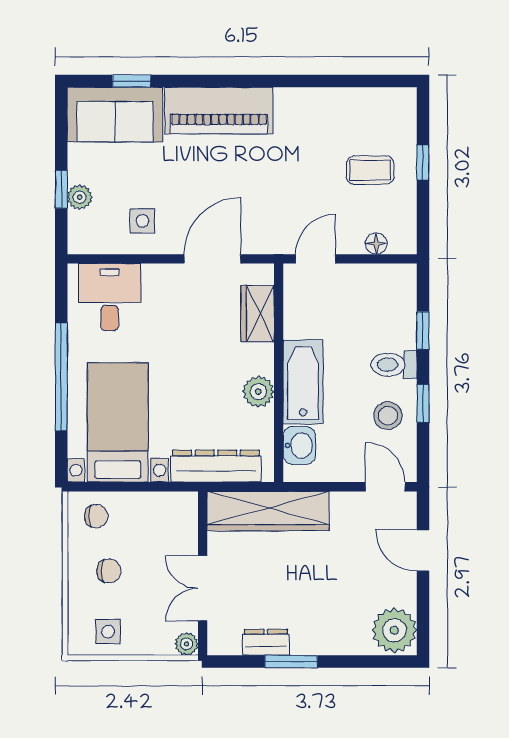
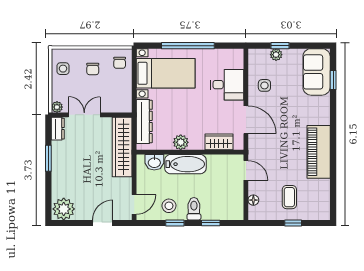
piano: (219, 111) -> (319, 152), moved
desk: (110, 297) -> (227, 85), moved
dresser: (266, 642) -> (58, 129), moved

